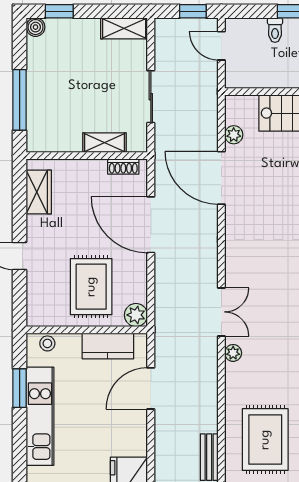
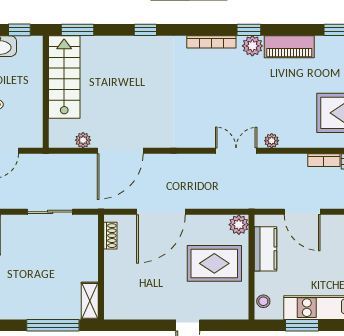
shelving: (104, 143) -> (90, 301), moved
wardrobe: (39, 192) -> (132, 309), removed
bookcase: (211, 413) -> (324, 160), added

